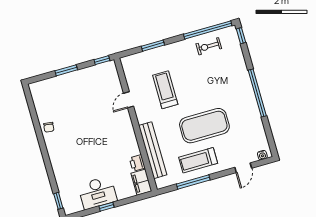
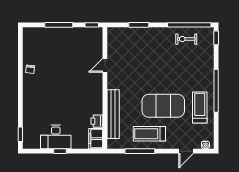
window: (66, 70) -> (59, 25), width x1.44
treadmill: (165, 90) -> (200, 107), moved

